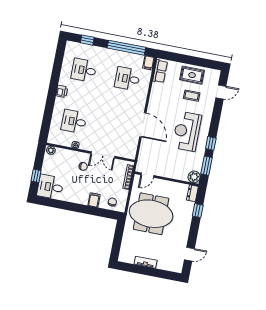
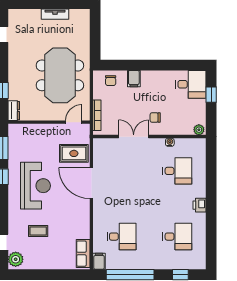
rug: (192, 75) -> (74, 153), moved
plant: (194, 177) -> (16, 259), moved
meeting table: (151, 214) -> (60, 75), turned 90

